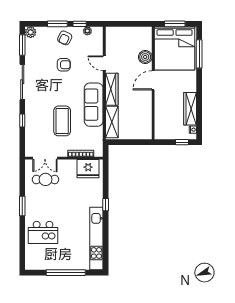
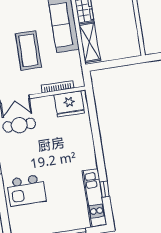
window: (106, 205) -> (105, 189), moved
kitchen unit: (96, 239) -> (94, 198), width x0.73

